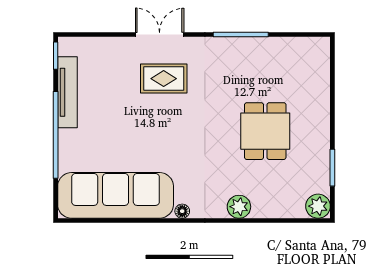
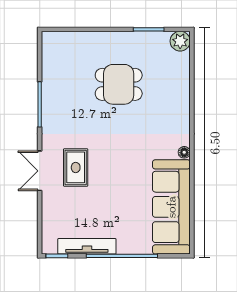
plant: (239, 207) -> (181, 106), removed

